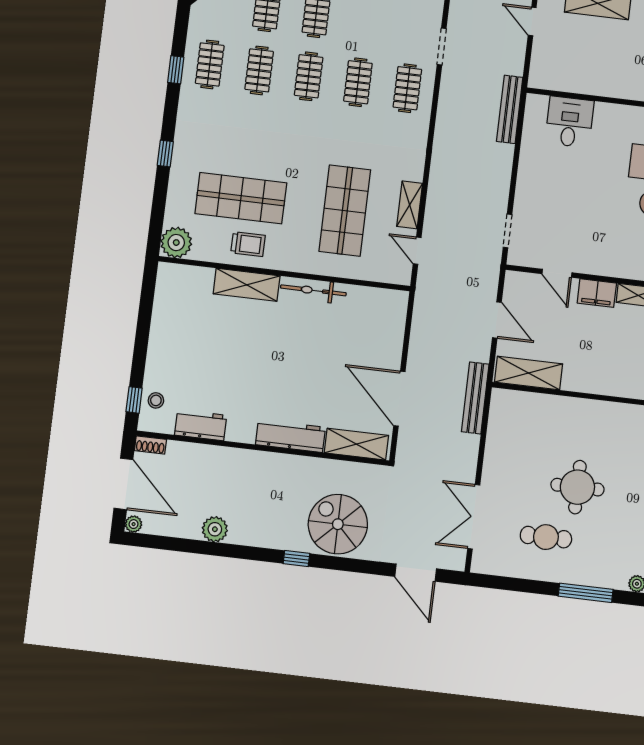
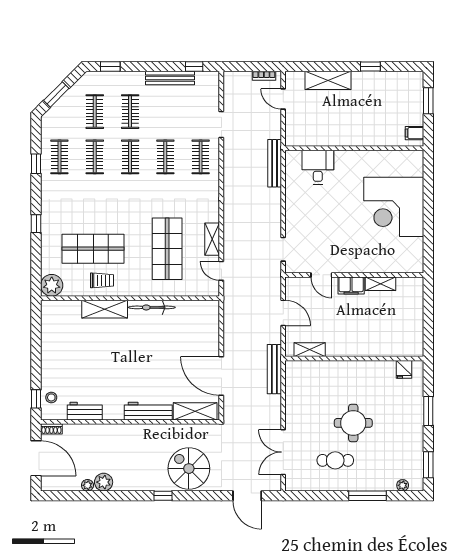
shelving: (528, 373) -> (310, 350), width x0.67, depth x0.75
plant: (134, 524) -> (87, 485), moved

